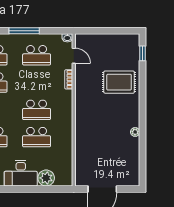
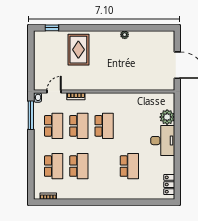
window: (24, 31) -> (31, 115), moved
school desk: (37, 137) -> (79, 126), moved

